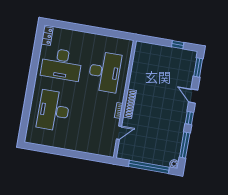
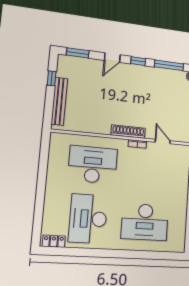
bench: (158, 49) -> (59, 101), added
desk: (61, 64) -> (88, 219), turned 180

